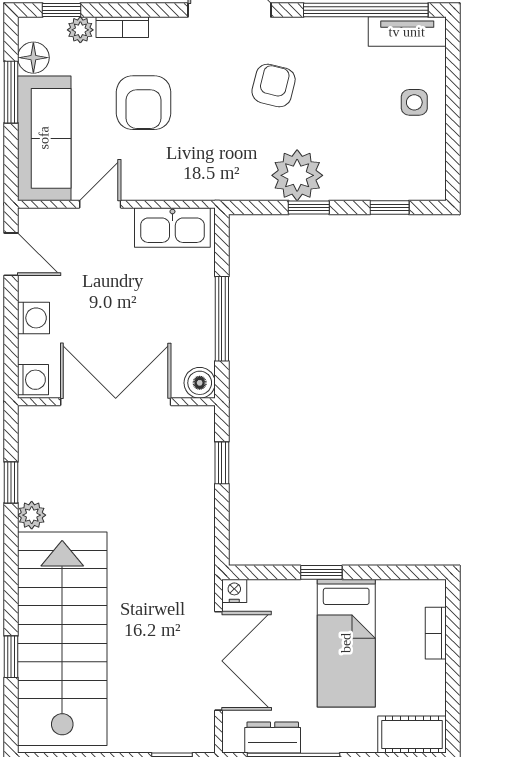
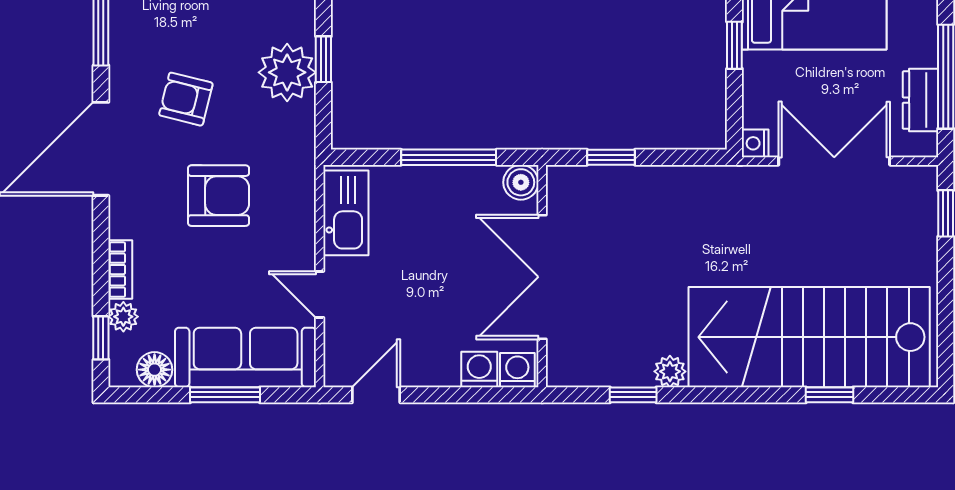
window: (11, 92) -> (225, 395), moved
armchair: (144, 103) -> (219, 196), moved
washing machine: (34, 318) -> (479, 369), moved

